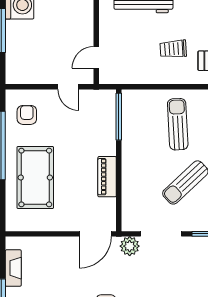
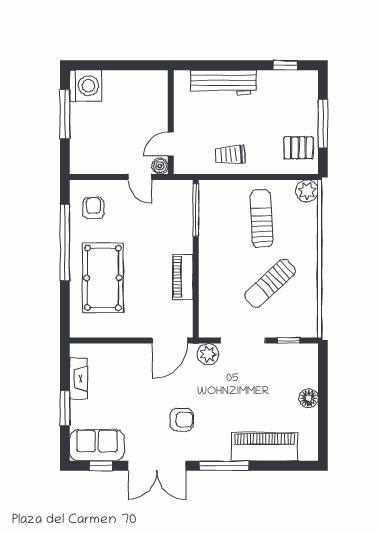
trolley: (173, 49) -> (230, 155), moved
boiler: (86, 77) -> (160, 166), added

